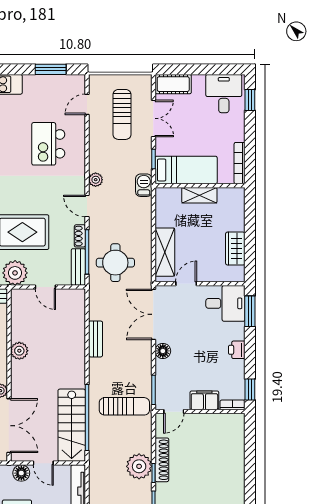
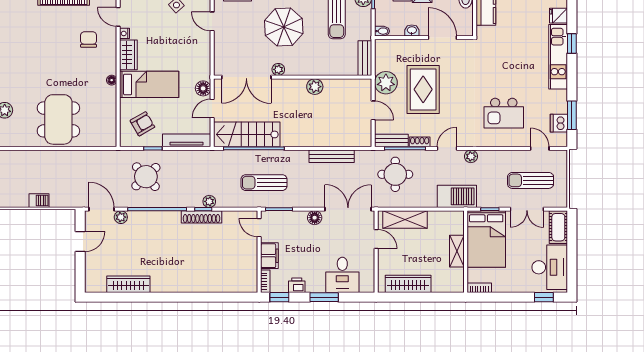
dishwasher: (59, 84) -> (559, 123), added
desk: (224, 94) -> (550, 267), width x1.37
kitchen island: (48, 144) -> (504, 113), turned 180
bookcase: (240, 163) -> (479, 288), width x0.64
bed: (186, 170) -> (486, 239), width x1.50
barbecue: (144, 185) -> (457, 196), width x1.88, depth x1.53
wardrobe: (235, 249) -> (408, 284), width x1.50
door: (45, 287) -> (373, 110), swing flipped
desk: (225, 303) -> (342, 275), moved
window: (250, 311) -> (324, 297), moved
bench: (96, 339) -> (332, 156), width x1.36
printer: (237, 350) -> (297, 285), moved
sun lounger: (124, 406) -> (264, 183), turned 90
shoe rack: (162, 460) -> (202, 217), moved
plant: (139, 466) -> (209, 201), width x0.53, depth x0.53

